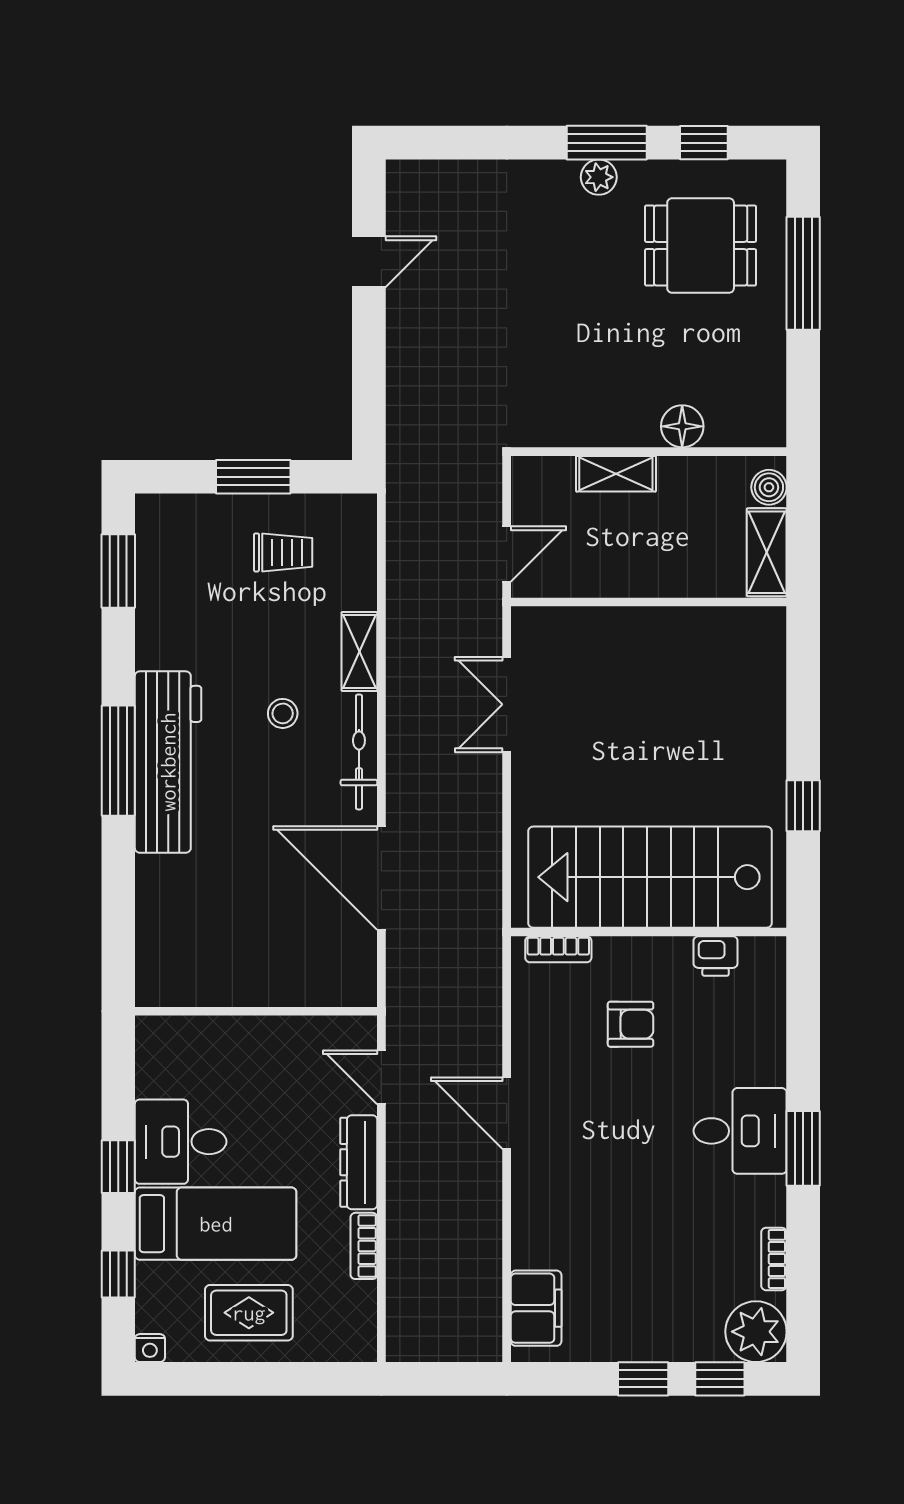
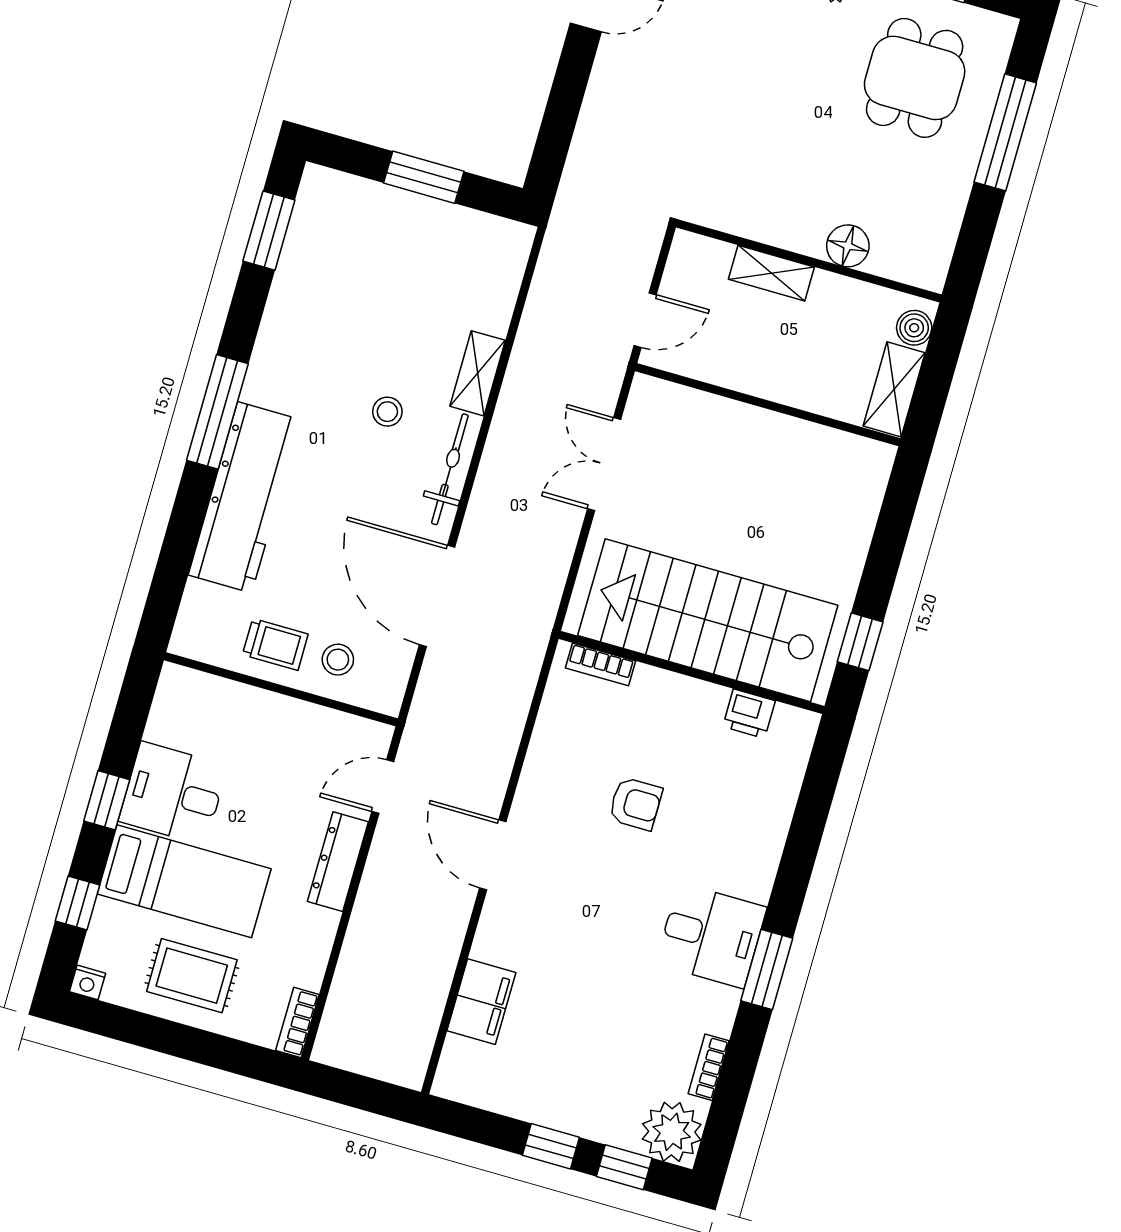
dining table: (701, 246) -> (915, 78), turned 90
trolley: (283, 552) -> (275, 644), moved
workbench: (168, 762) -> (244, 497), moved
stairs: (650, 877) -> (708, 620), moved
wall: (649, 932) -> (692, 672), moved
bookcase: (558, 949) -> (600, 664), moved
printer: (716, 956) -> (749, 714), moved
stool: (303, 967) -> (338, 660), added
door: (381, 1077) -> (383, 787), hinge flipped
bookcase: (364, 1246) -> (297, 1022), moved
filing cabinet: (536, 1308) -> (481, 1002), moved

